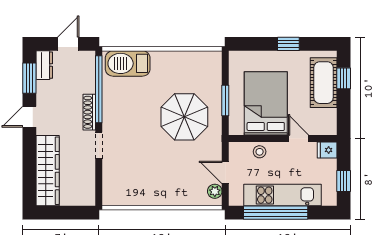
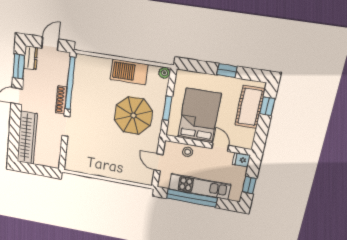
barbecue: (128, 63) -> (129, 72), moved
plant: (215, 191) -> (164, 73), moved

